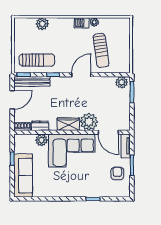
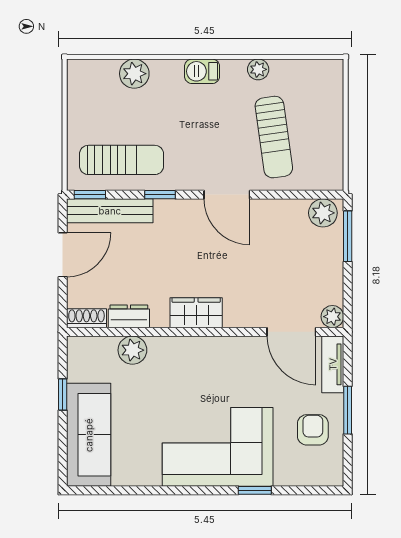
barbecue: (82, 23) -> (202, 71), moved
door: (81, 75) -> (227, 195), swing flipped
plant: (89, 122) -> (332, 317), moved, width x0.53, depth x0.53
corner sofa: (72, 151) -> (218, 447), moved, turned 180

